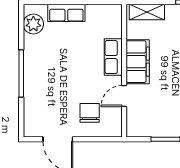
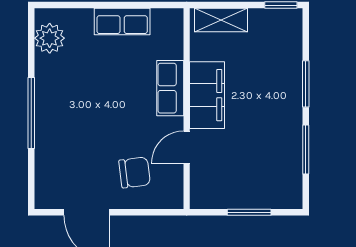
row of seats: (66, 13) -> (122, 21), moved
chair: (90, 113) -> (135, 172), turned 83

